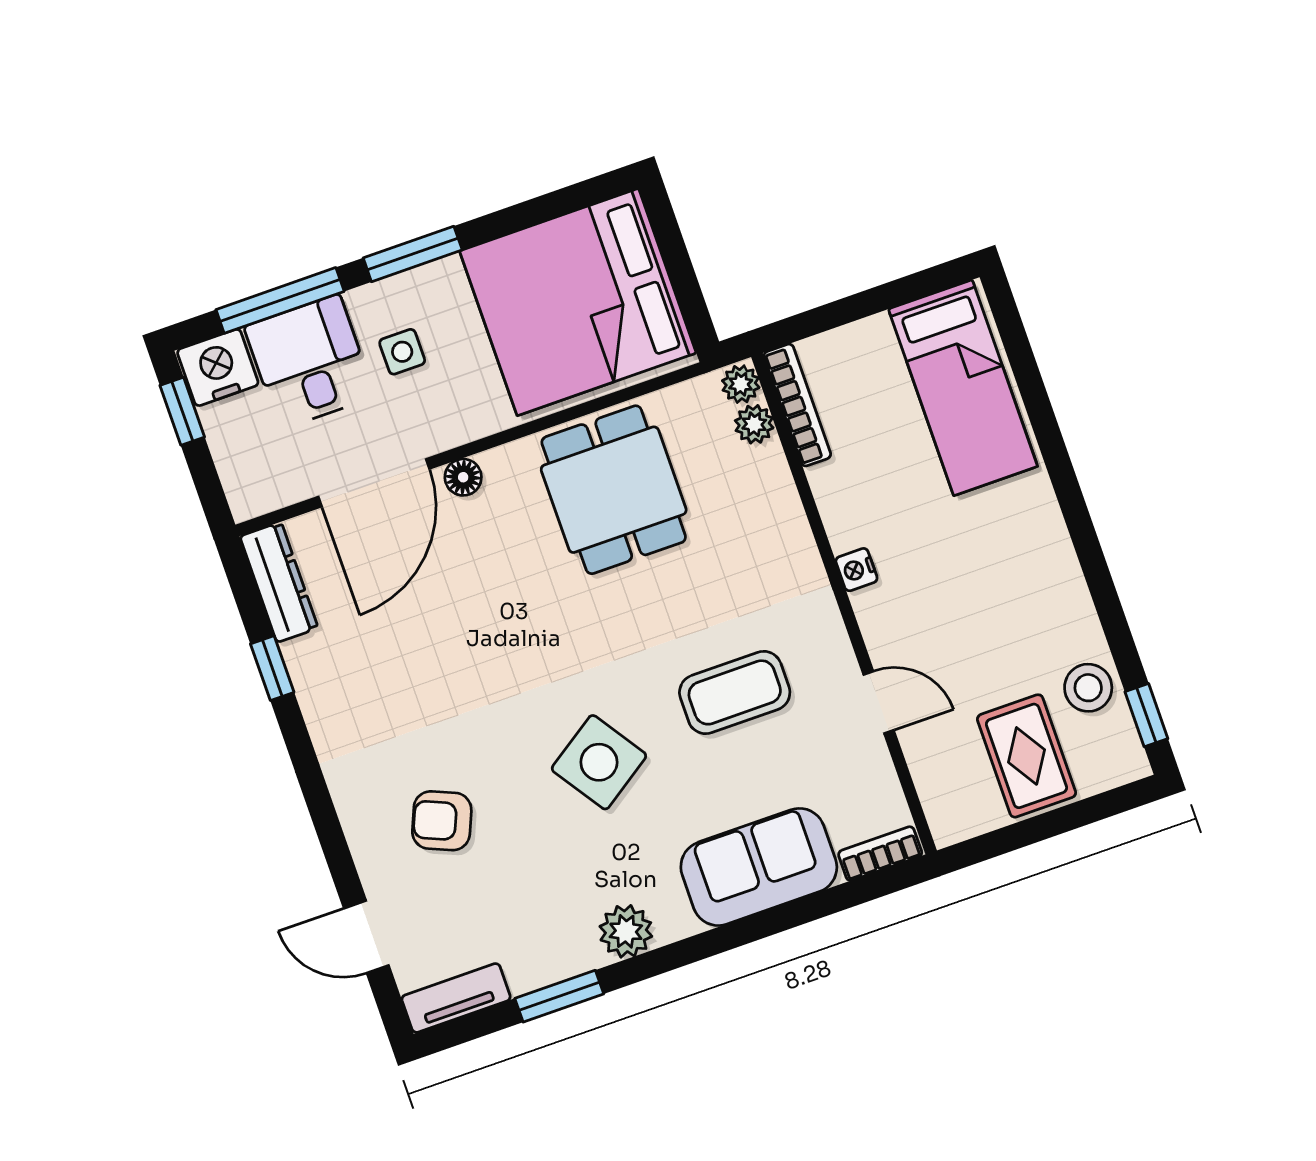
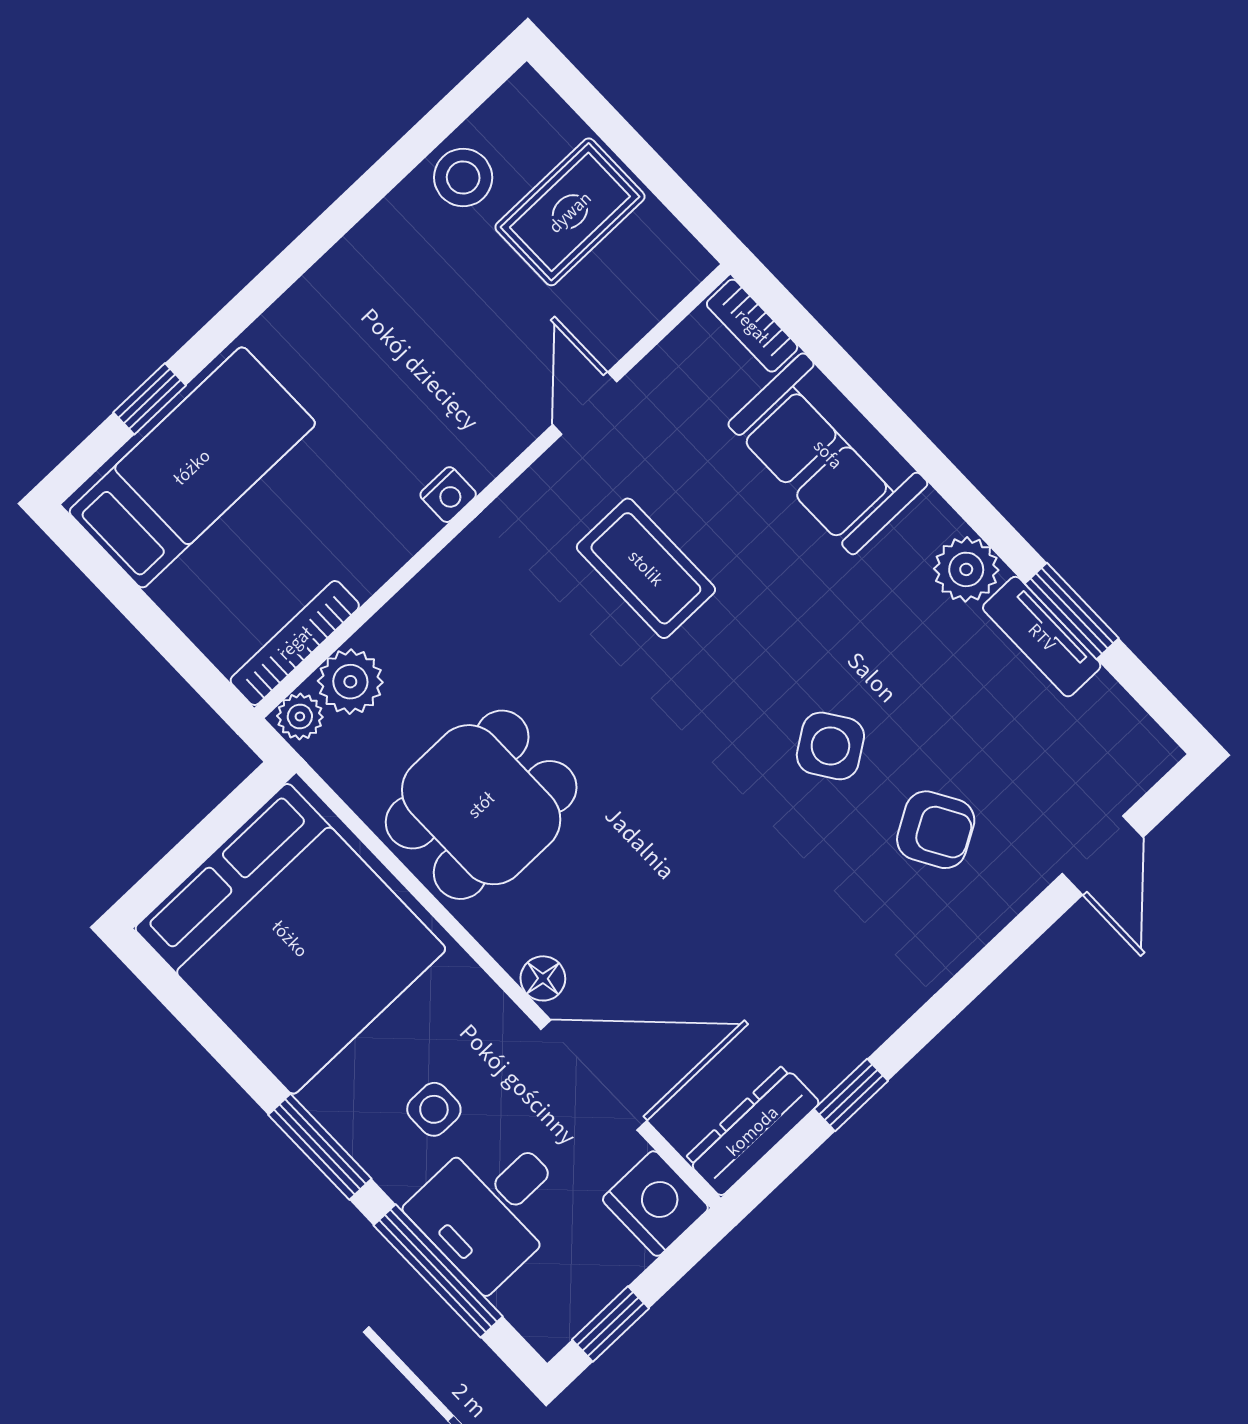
nightstand: (218, 367) -> (655, 1204), moved, turned 180
plant: (754, 424) -> (350, 682), width x1.38, depth x1.38
window: (1146, 715) -> (150, 399), moved
side table: (599, 762) -> (830, 746), moved, width x0.73, depth x0.73
armchair: (442, 821) -> (936, 830), turned -53
tv unit: (456, 998) -> (1042, 637), moved

